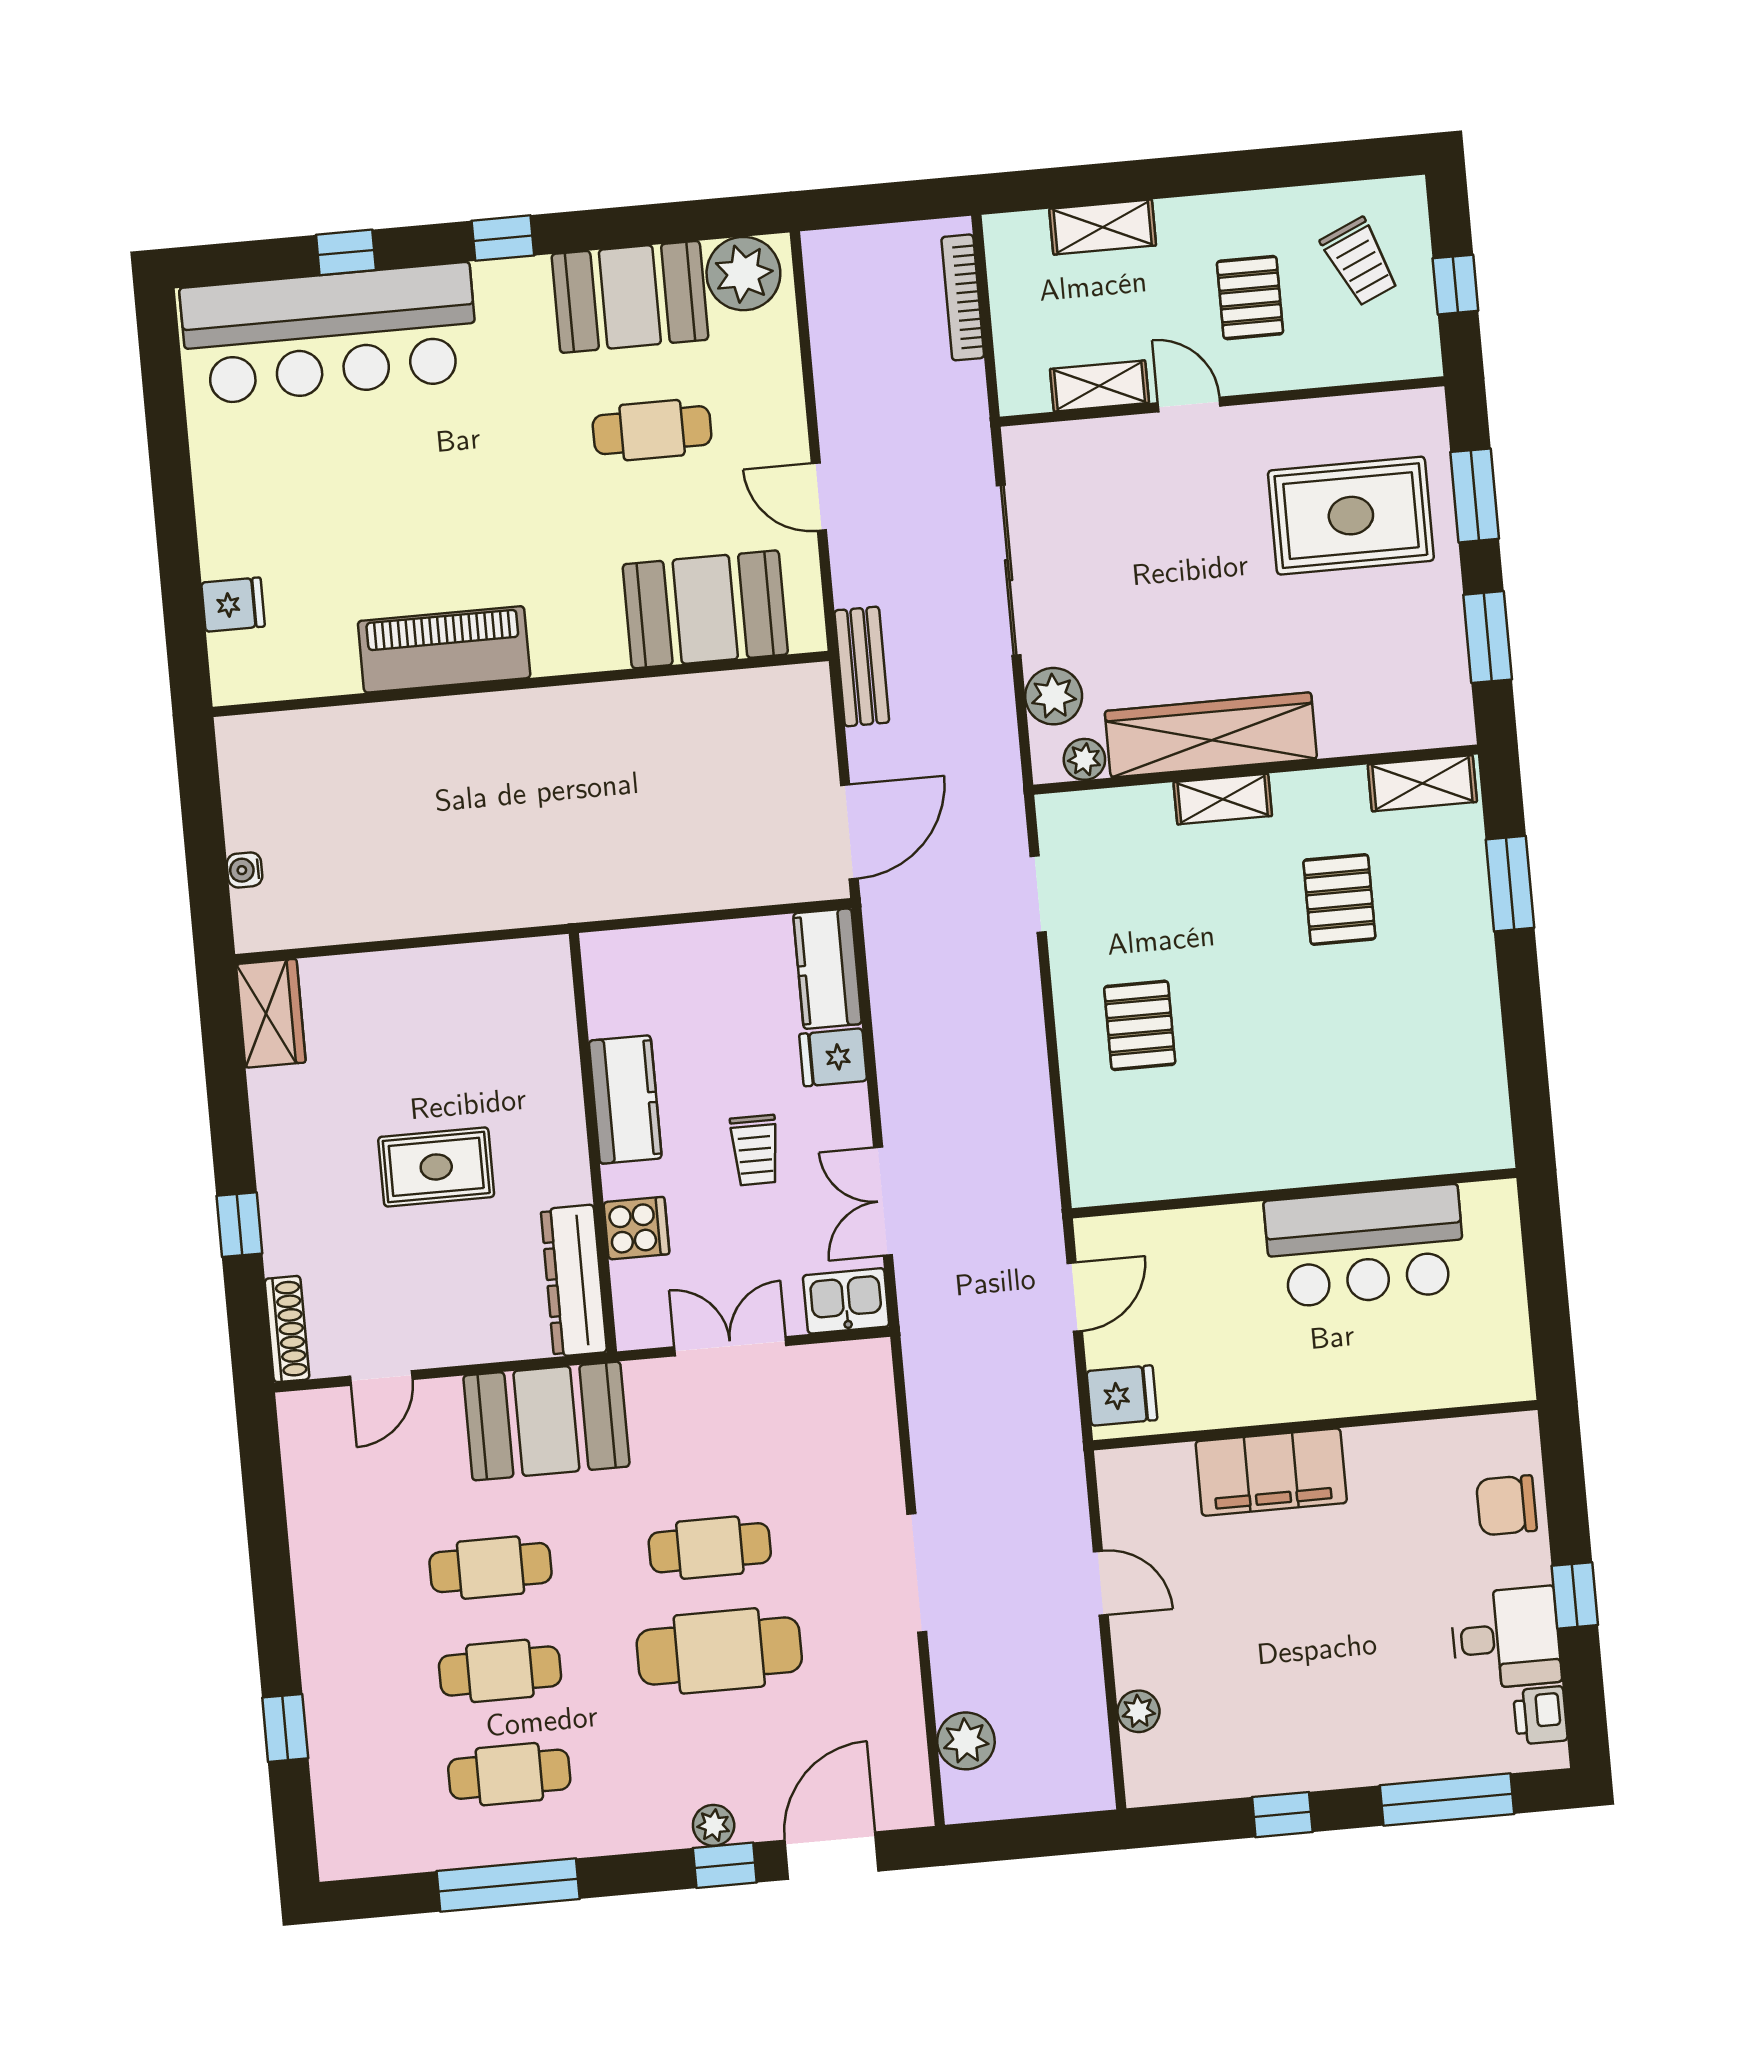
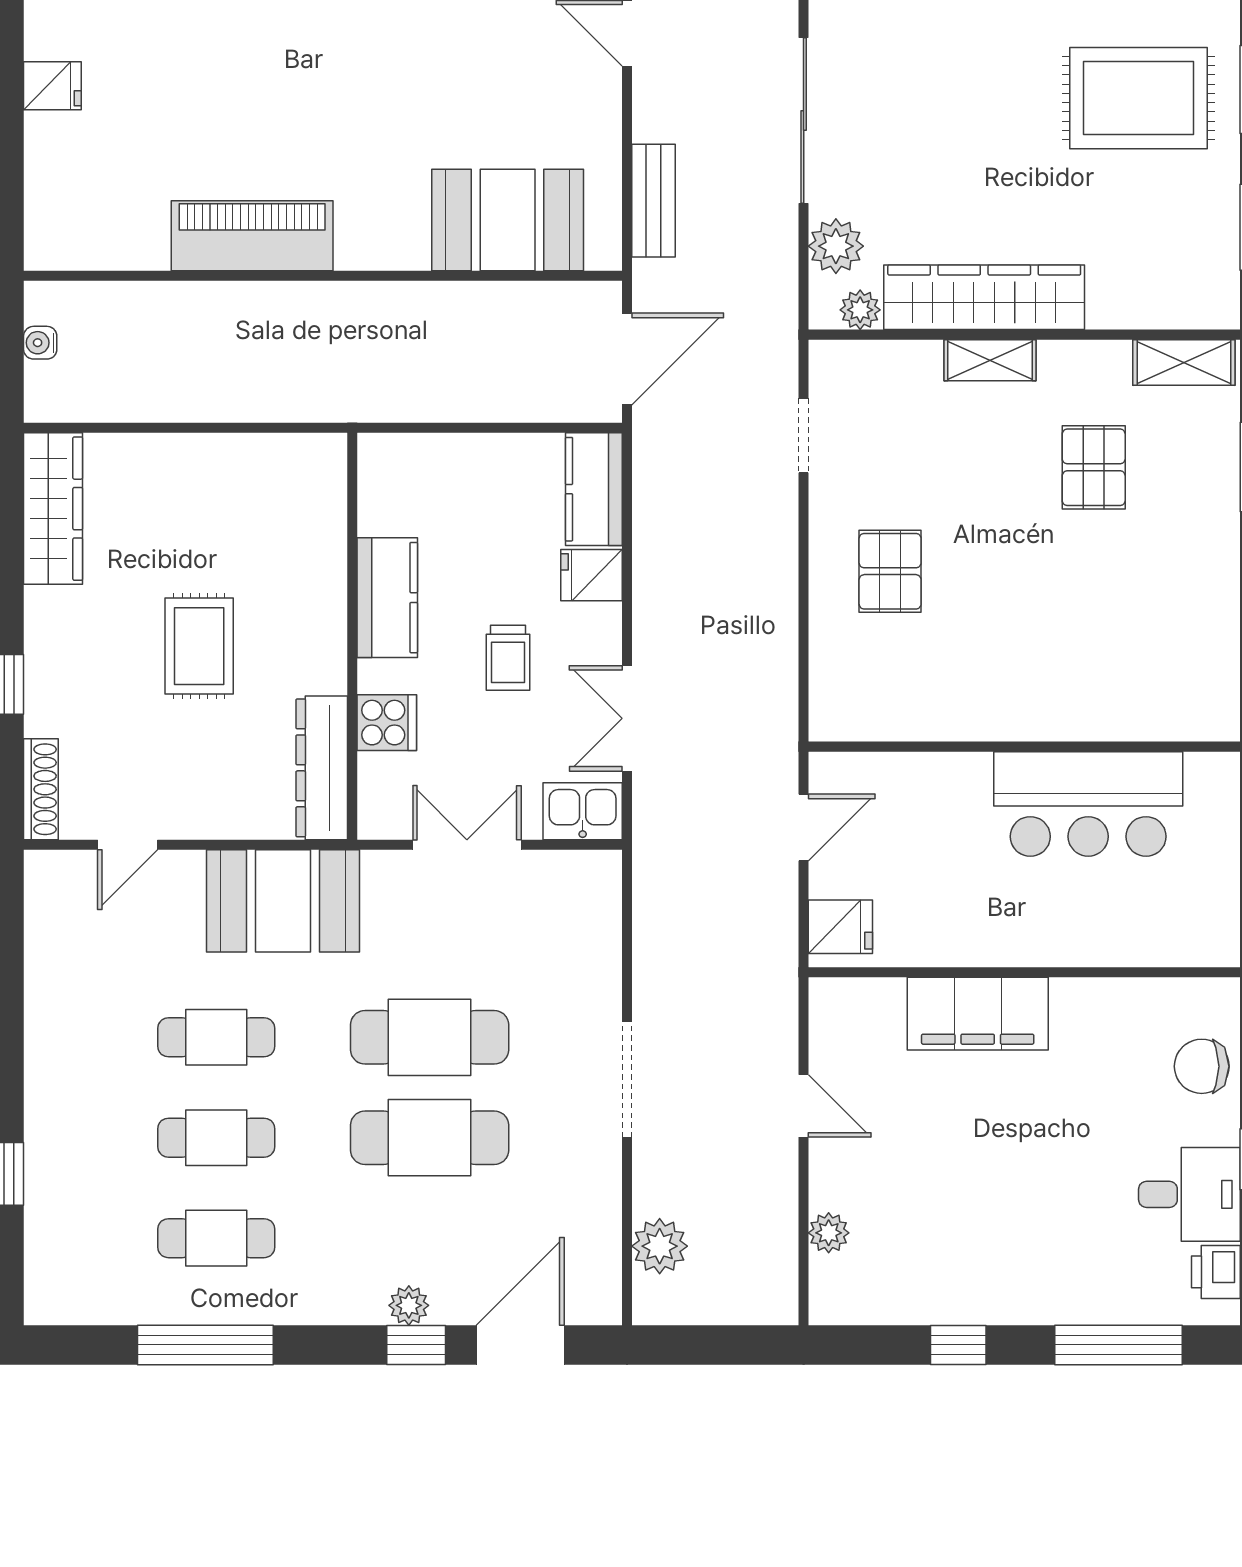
booth: (705, 609) -> (508, 220), moved
piano: (444, 649) -> (252, 236), moved
wall: (521, 684) -> (323, 276), moved
wardrobe: (271, 1013) -> (53, 509), width x1.50
rug: (436, 1167) -> (199, 646), turned 90
cafe table: (710, 1548) -> (430, 1037), width x1.37, depth x1.35

